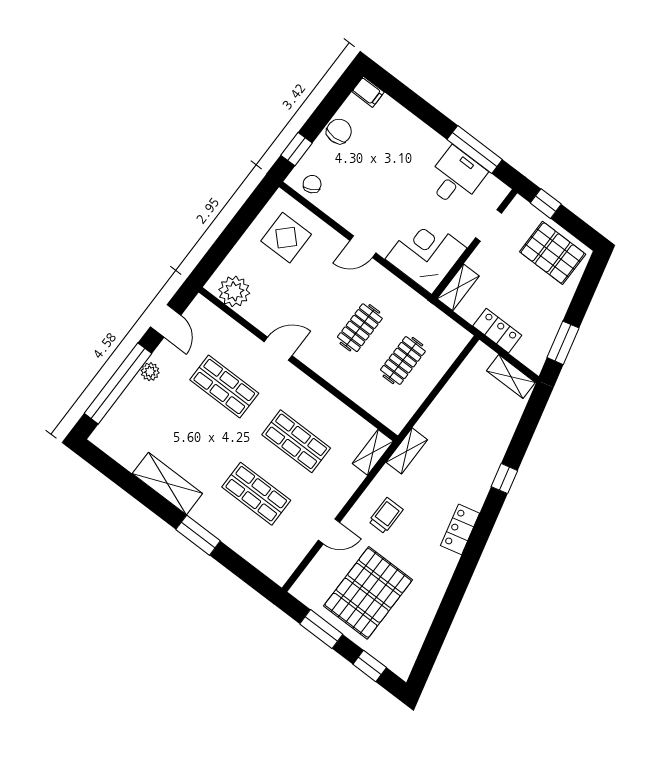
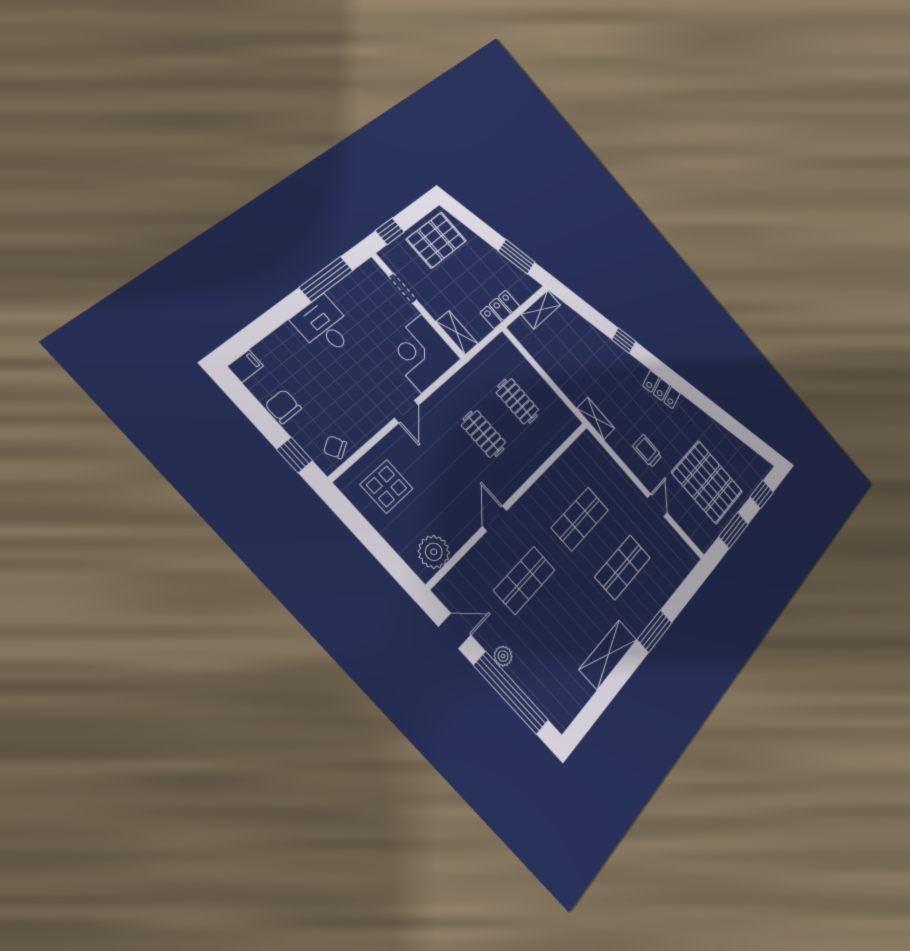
desk: (456, 177) -> (324, 326), moved
shelving: (373, 452) -> (595, 449), removed

